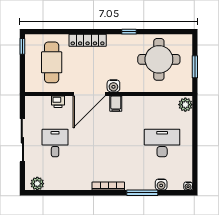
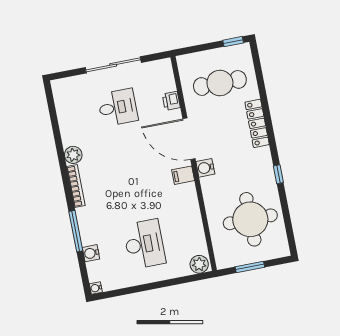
plant: (37, 184) -> (73, 155), moved

